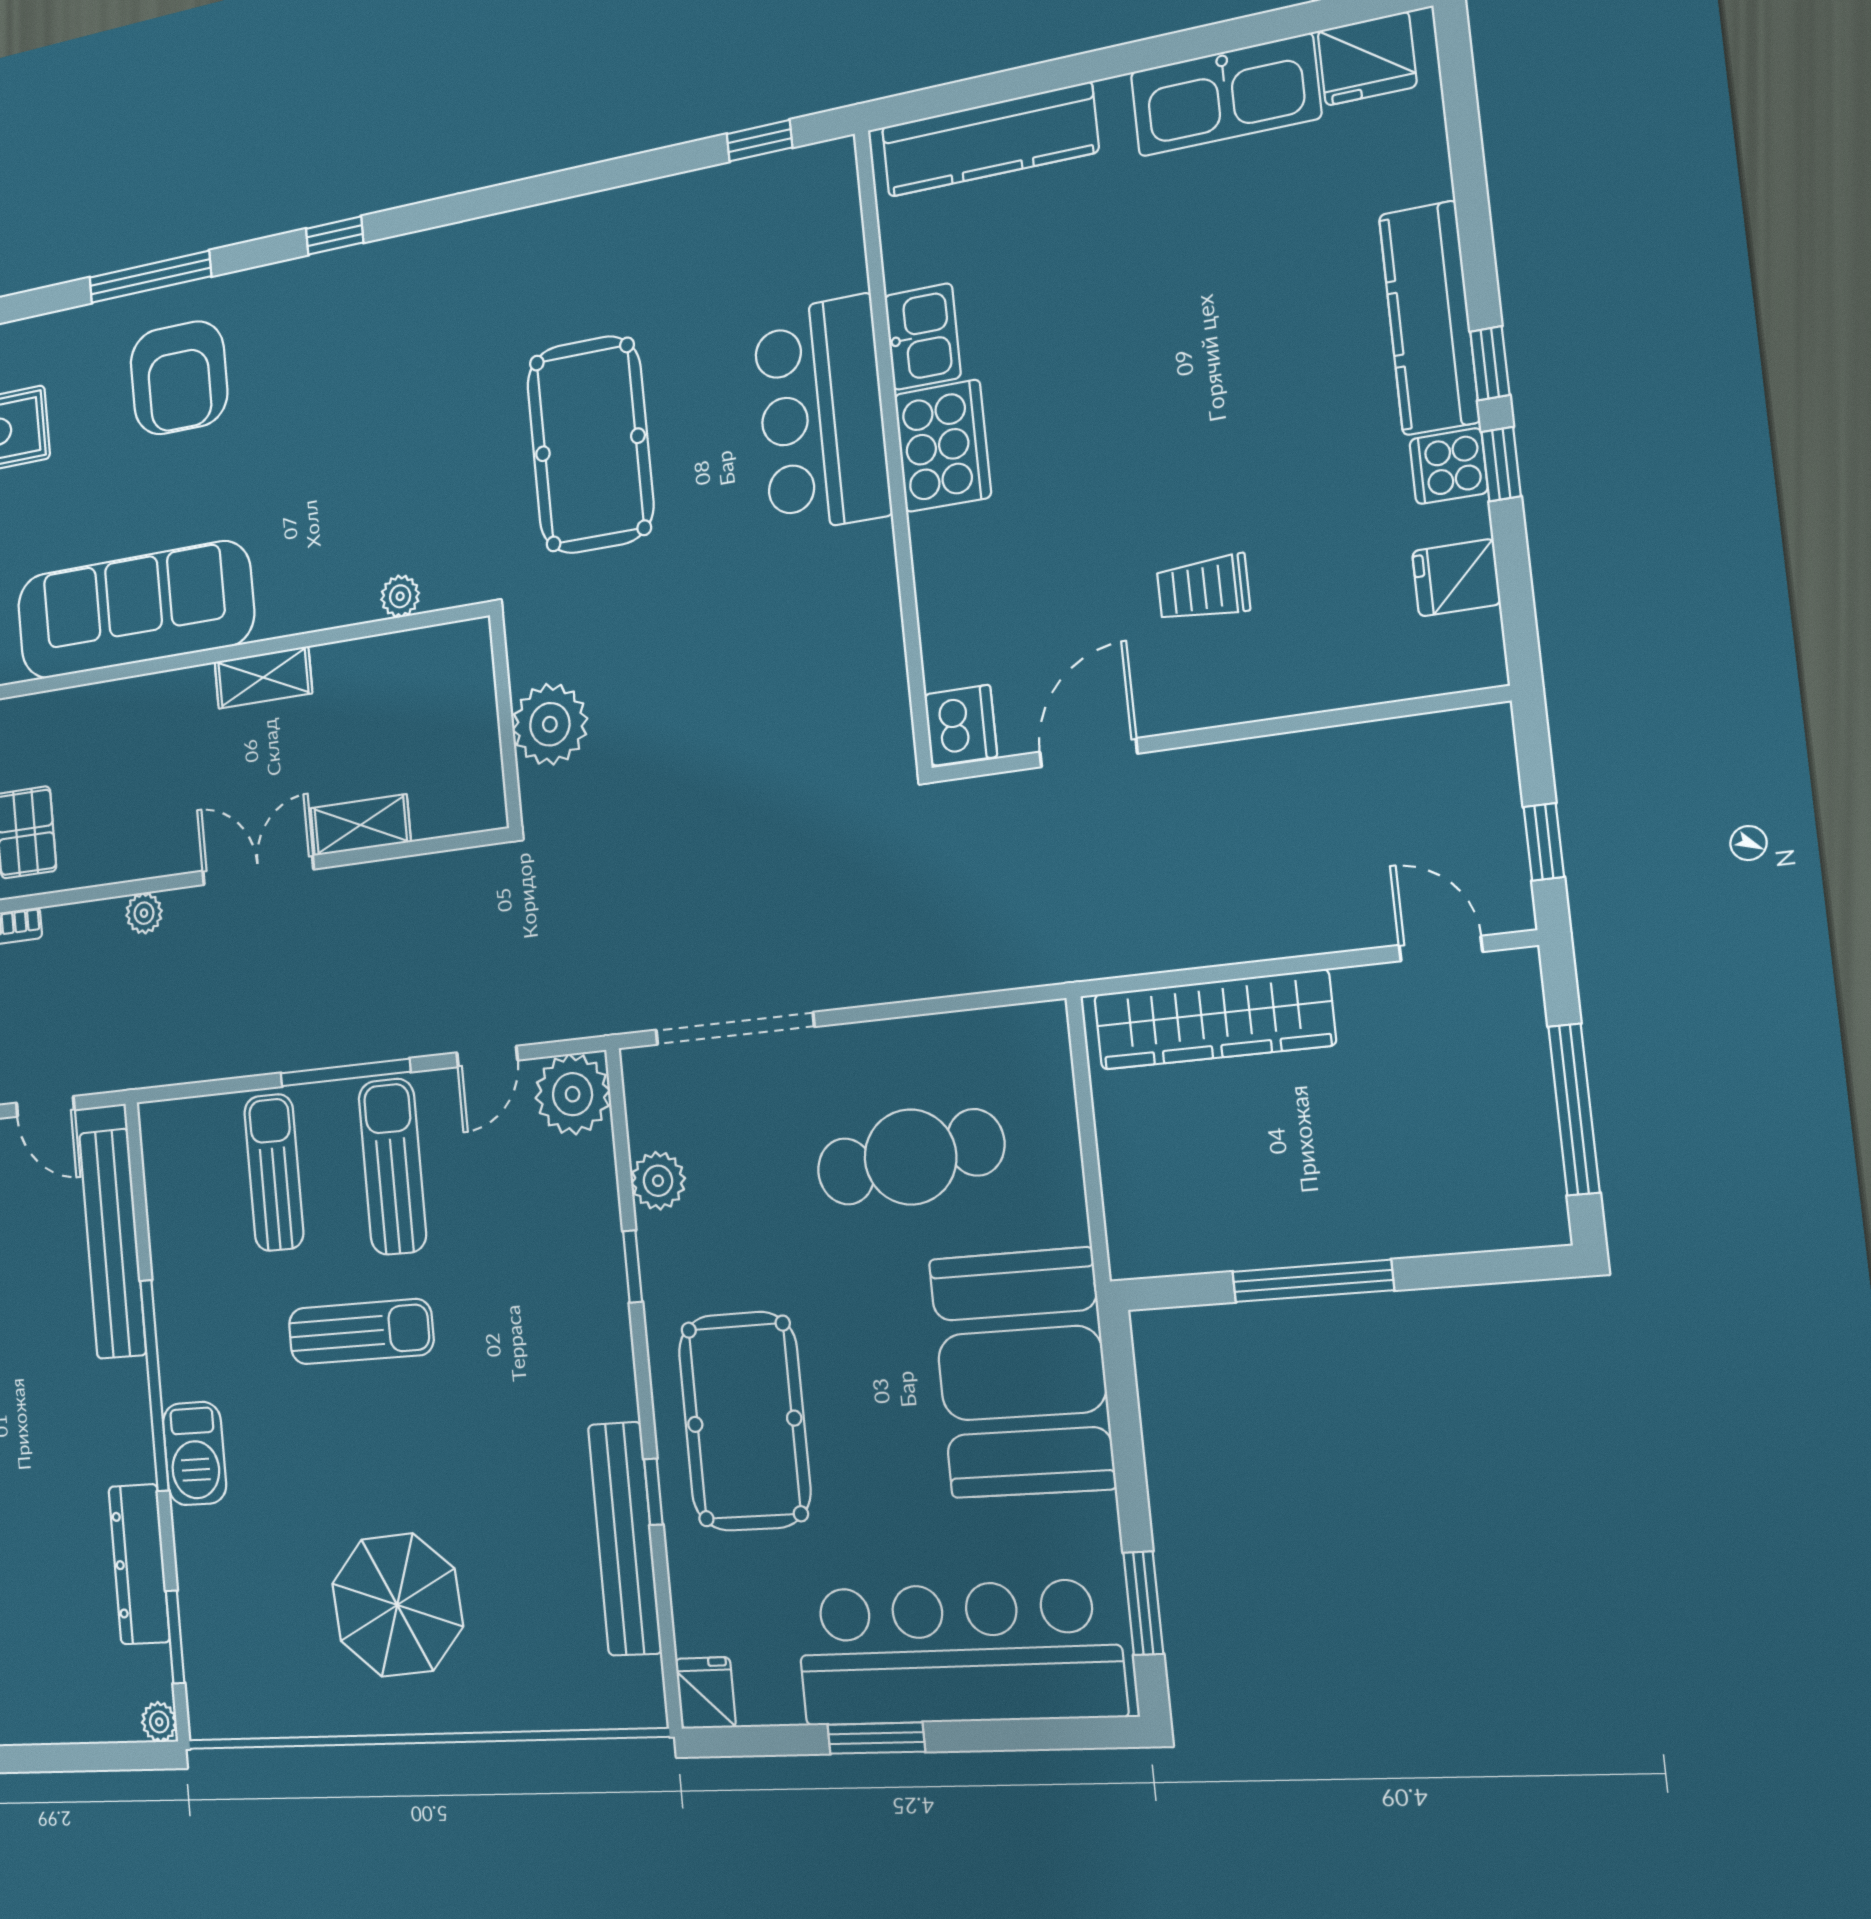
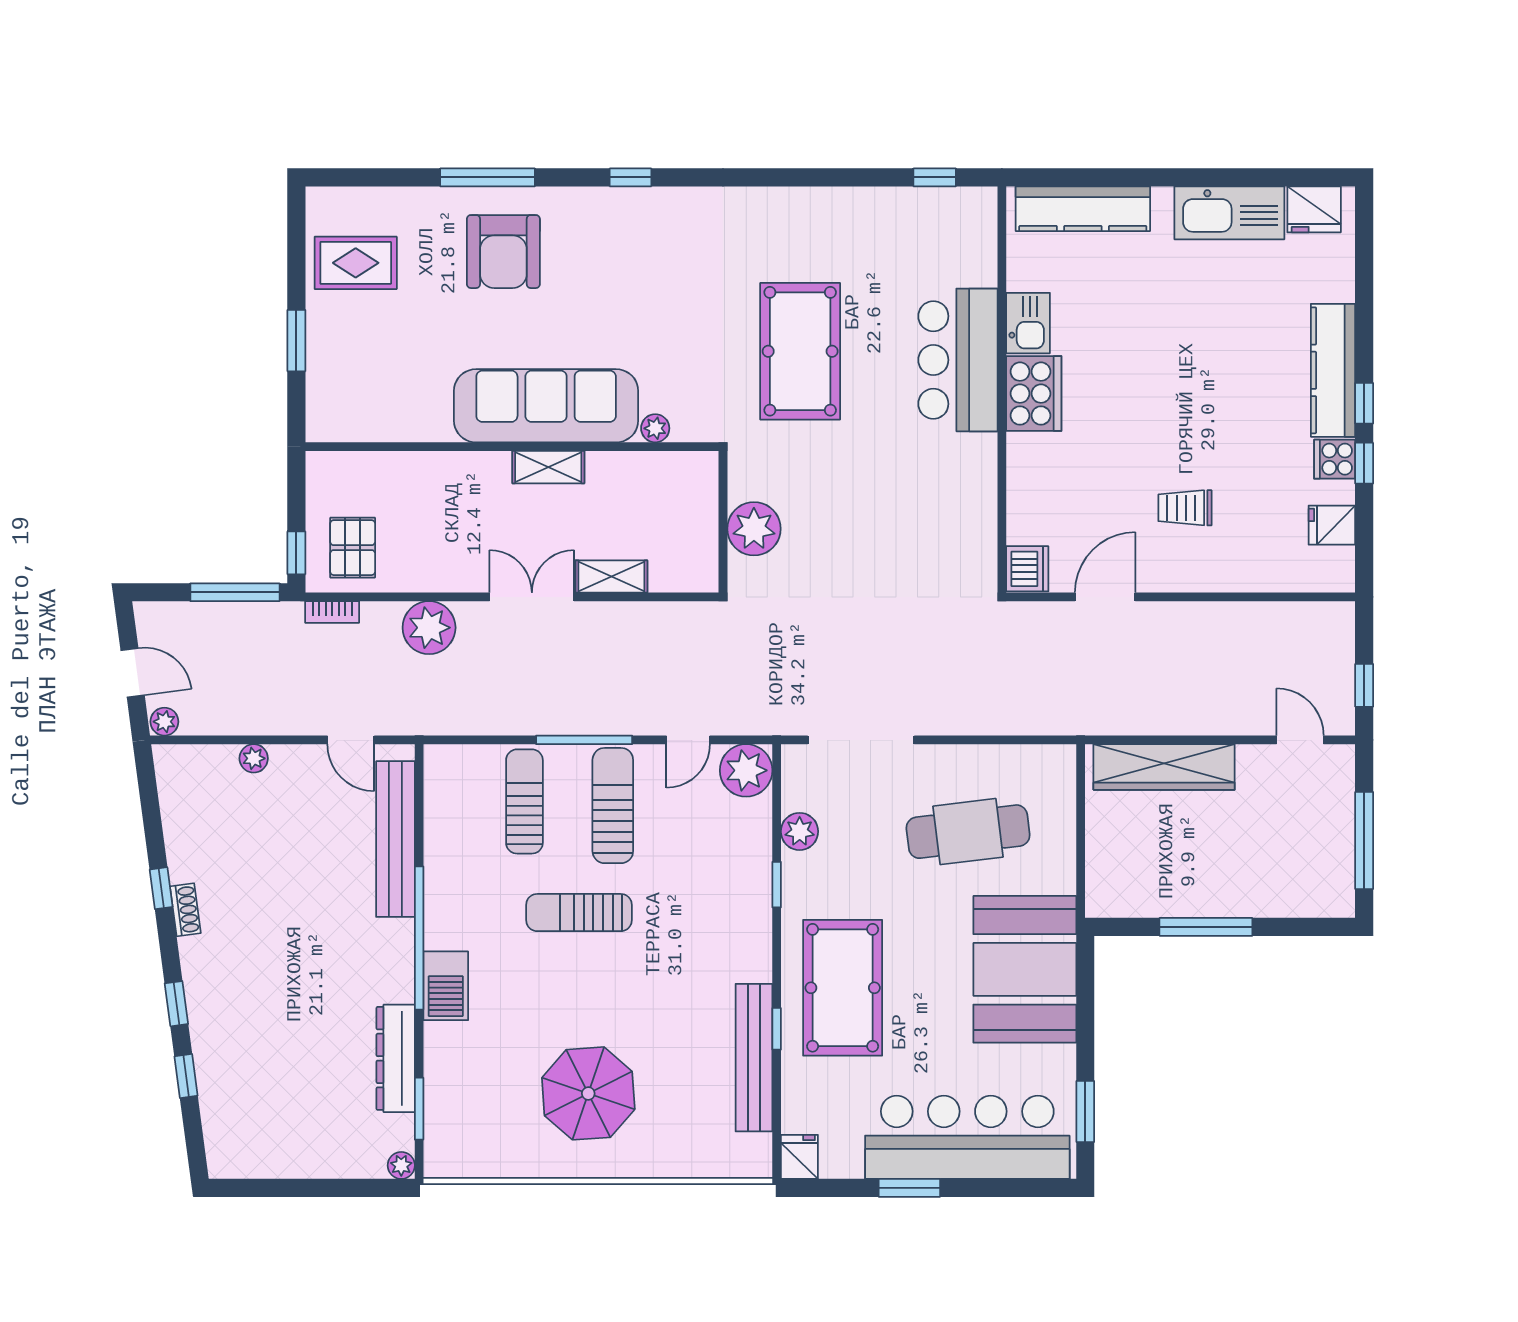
sofa: (135, 610) -> (546, 406), moved
plant: (144, 913) -> (429, 628), width x1.88, depth x1.88
sun lounger: (361, 1332) -> (579, 913), turned 180

